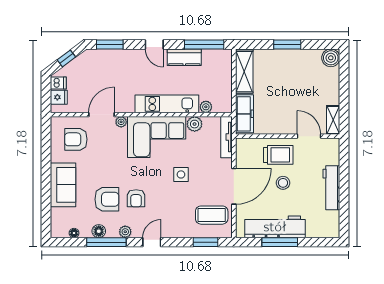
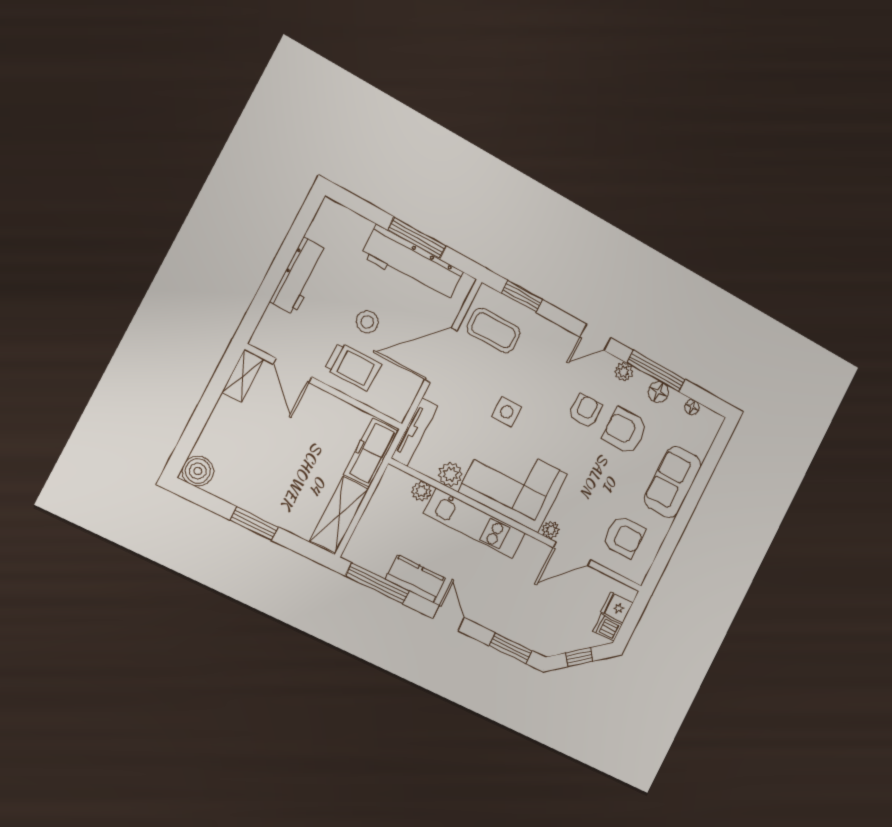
trolley: (278, 155) -> (353, 367), turned 180

